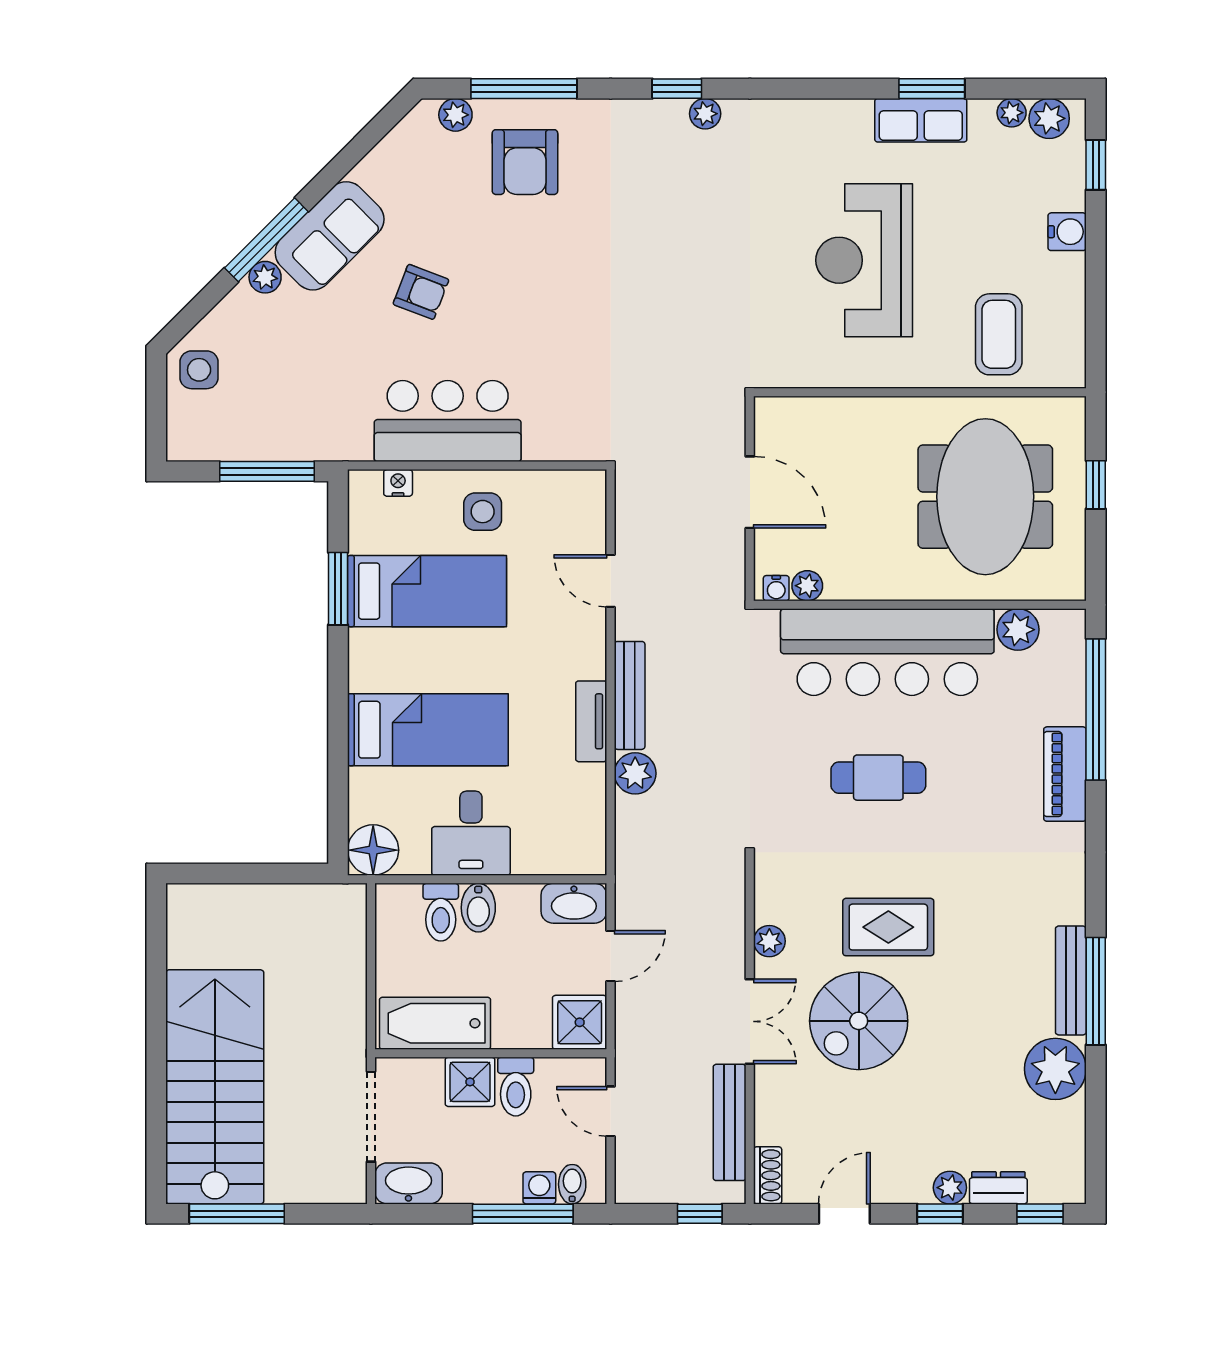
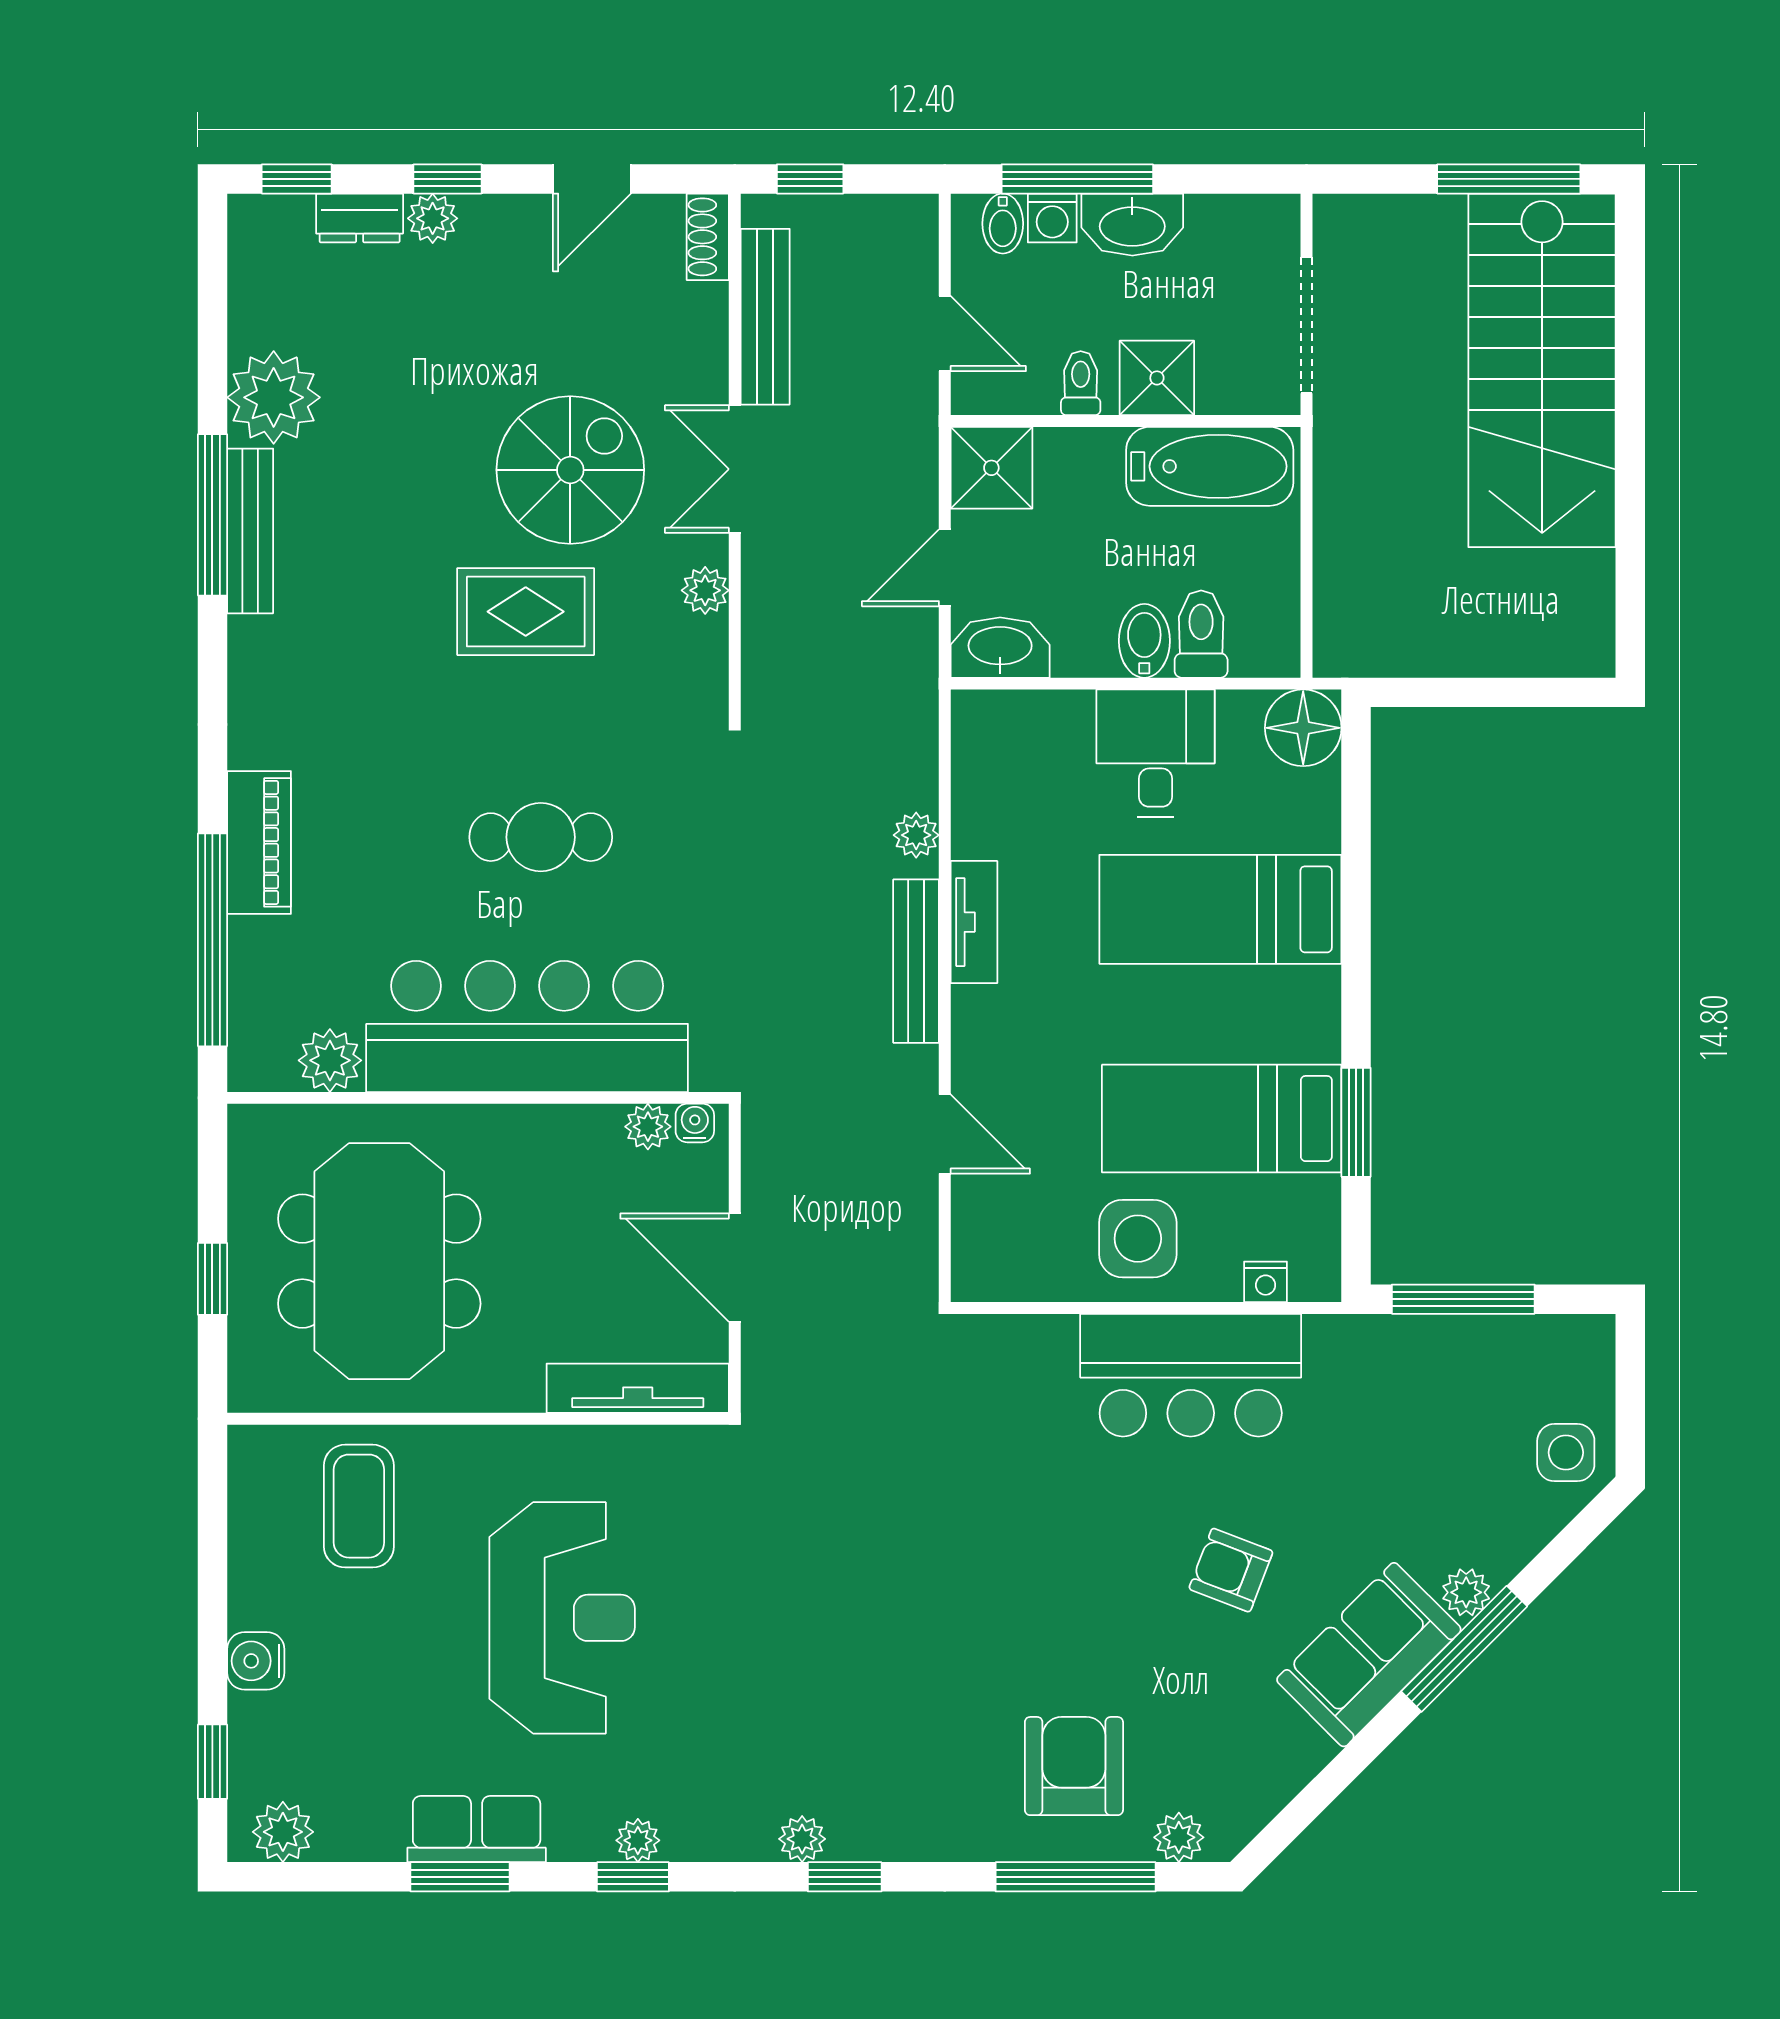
window: (817, 89) -> (633, 1877), added
plant: (1012, 113) -> (638, 1840), moved
tv unit: (814, 412) -> (638, 1388), added
side table: (483, 512) -> (1138, 1239), width x1.37, depth x1.37
plant: (635, 773) -> (916, 835), width x0.73, depth x0.73
toilet: (516, 1087) -> (1081, 383), width x0.73, depth x0.72
washbasin: (408, 1183) -> (1132, 225), moved

